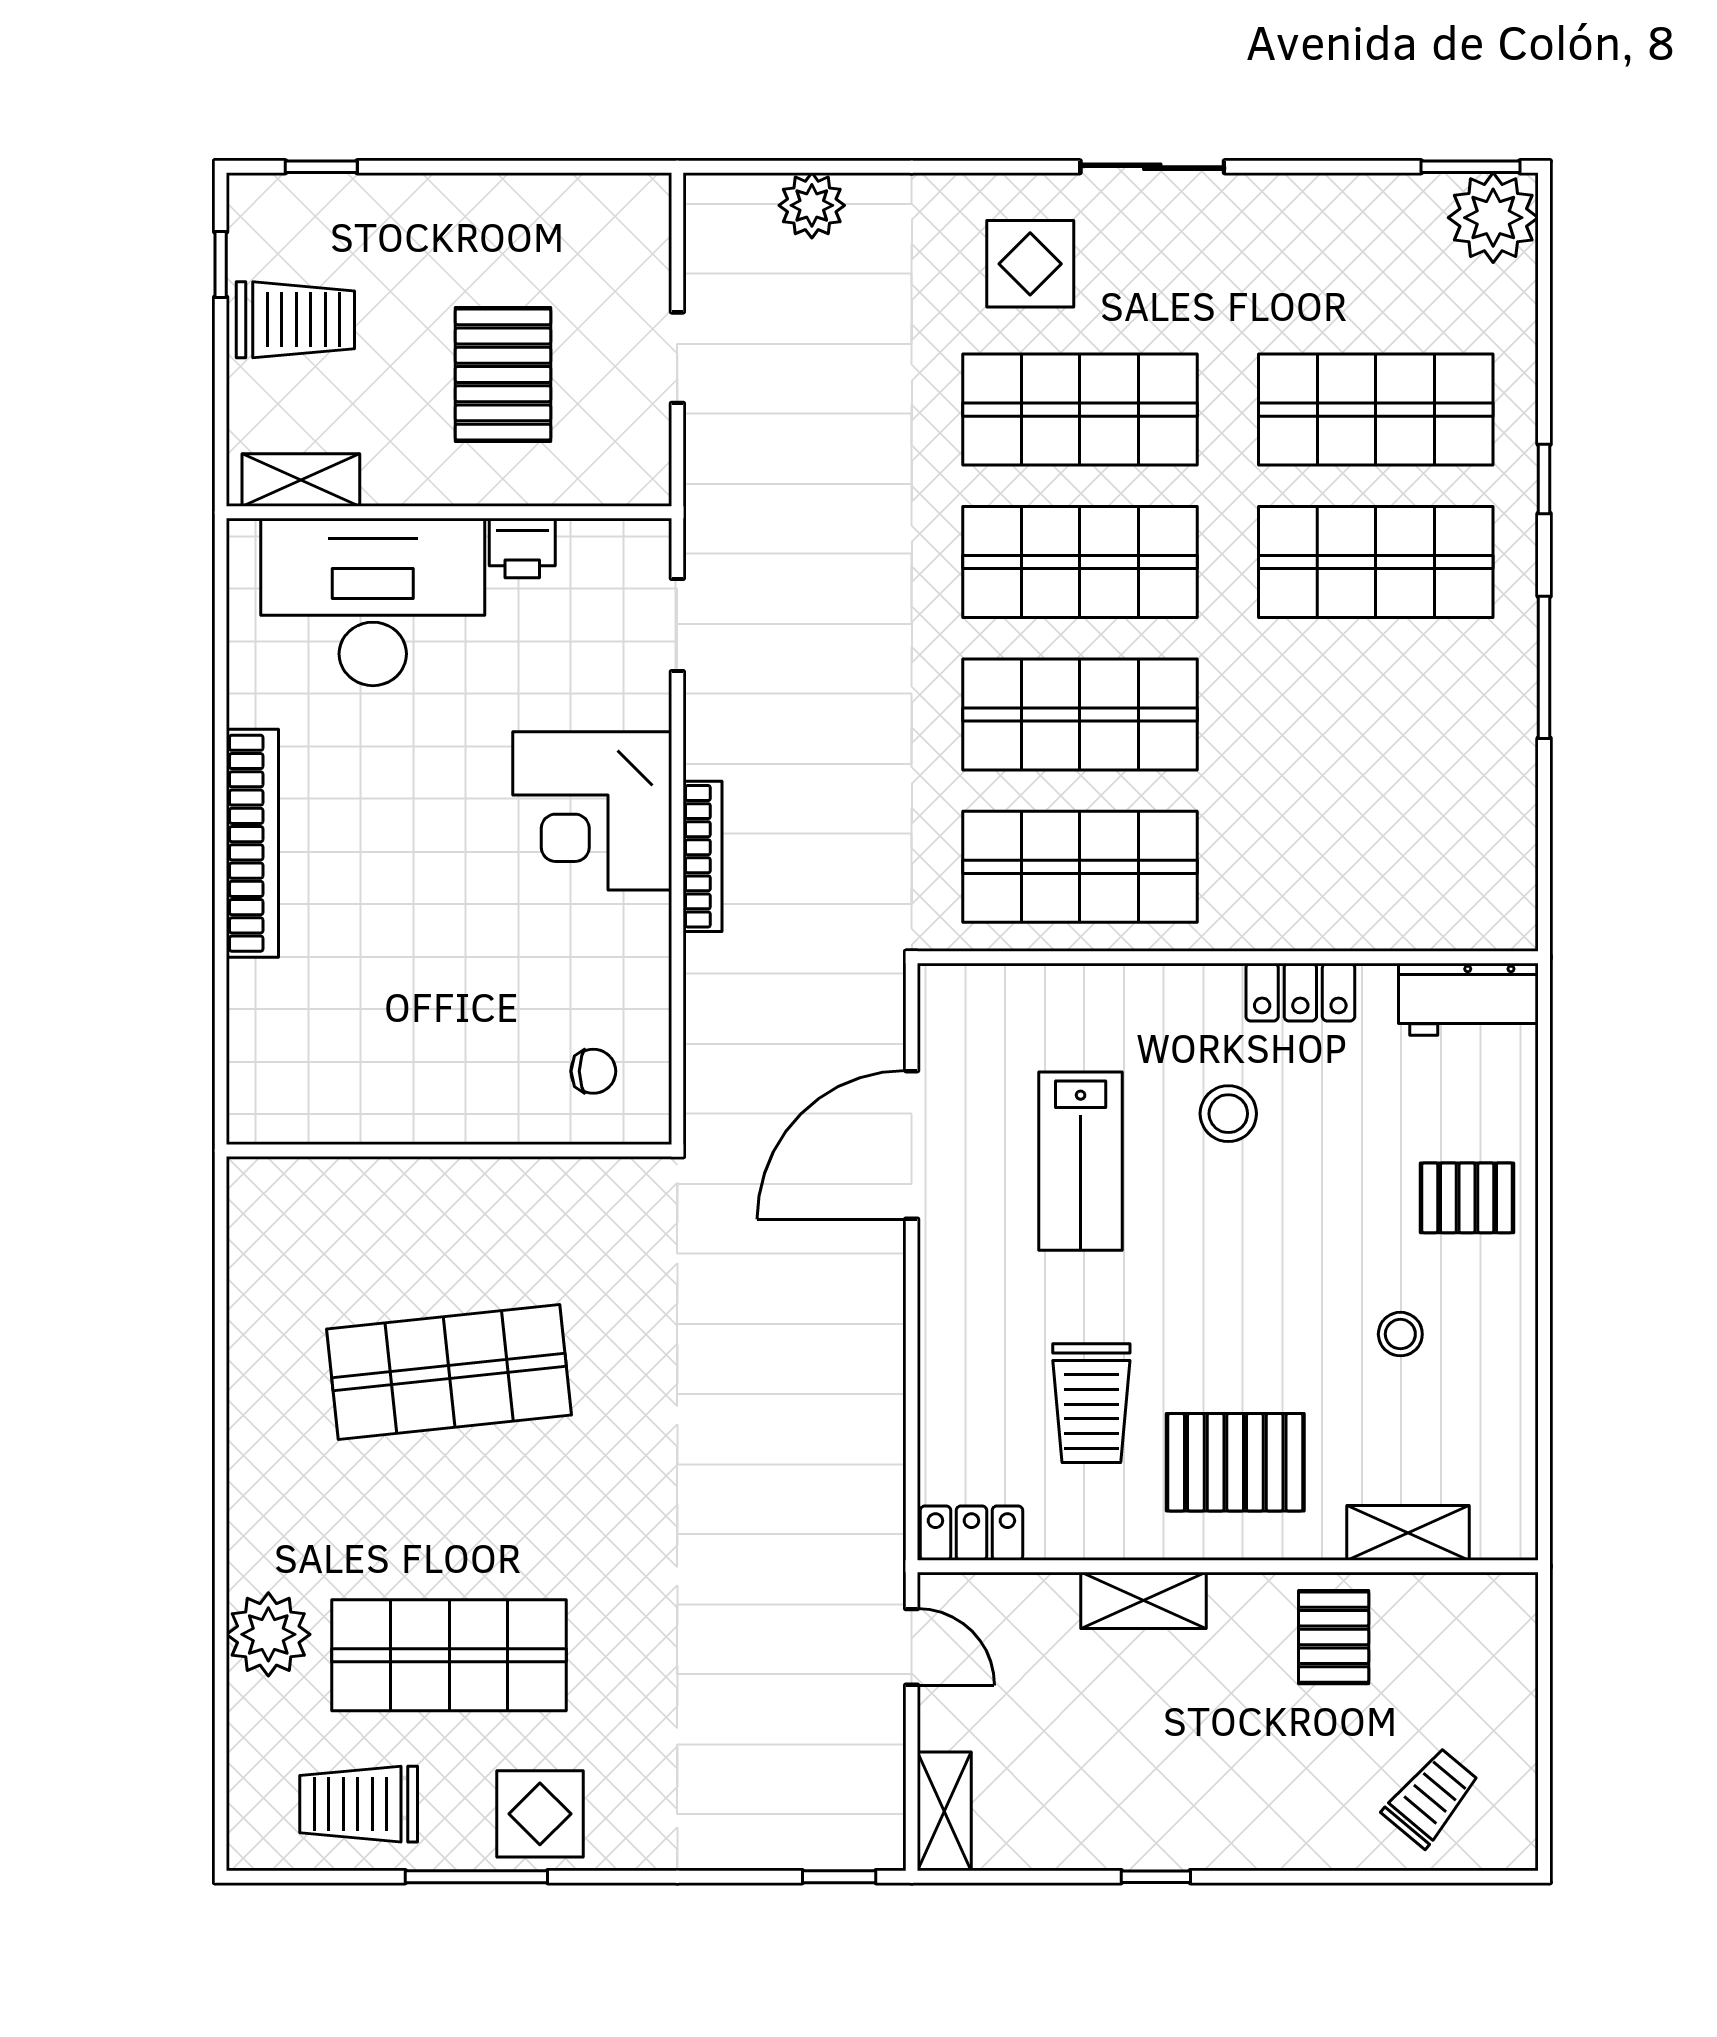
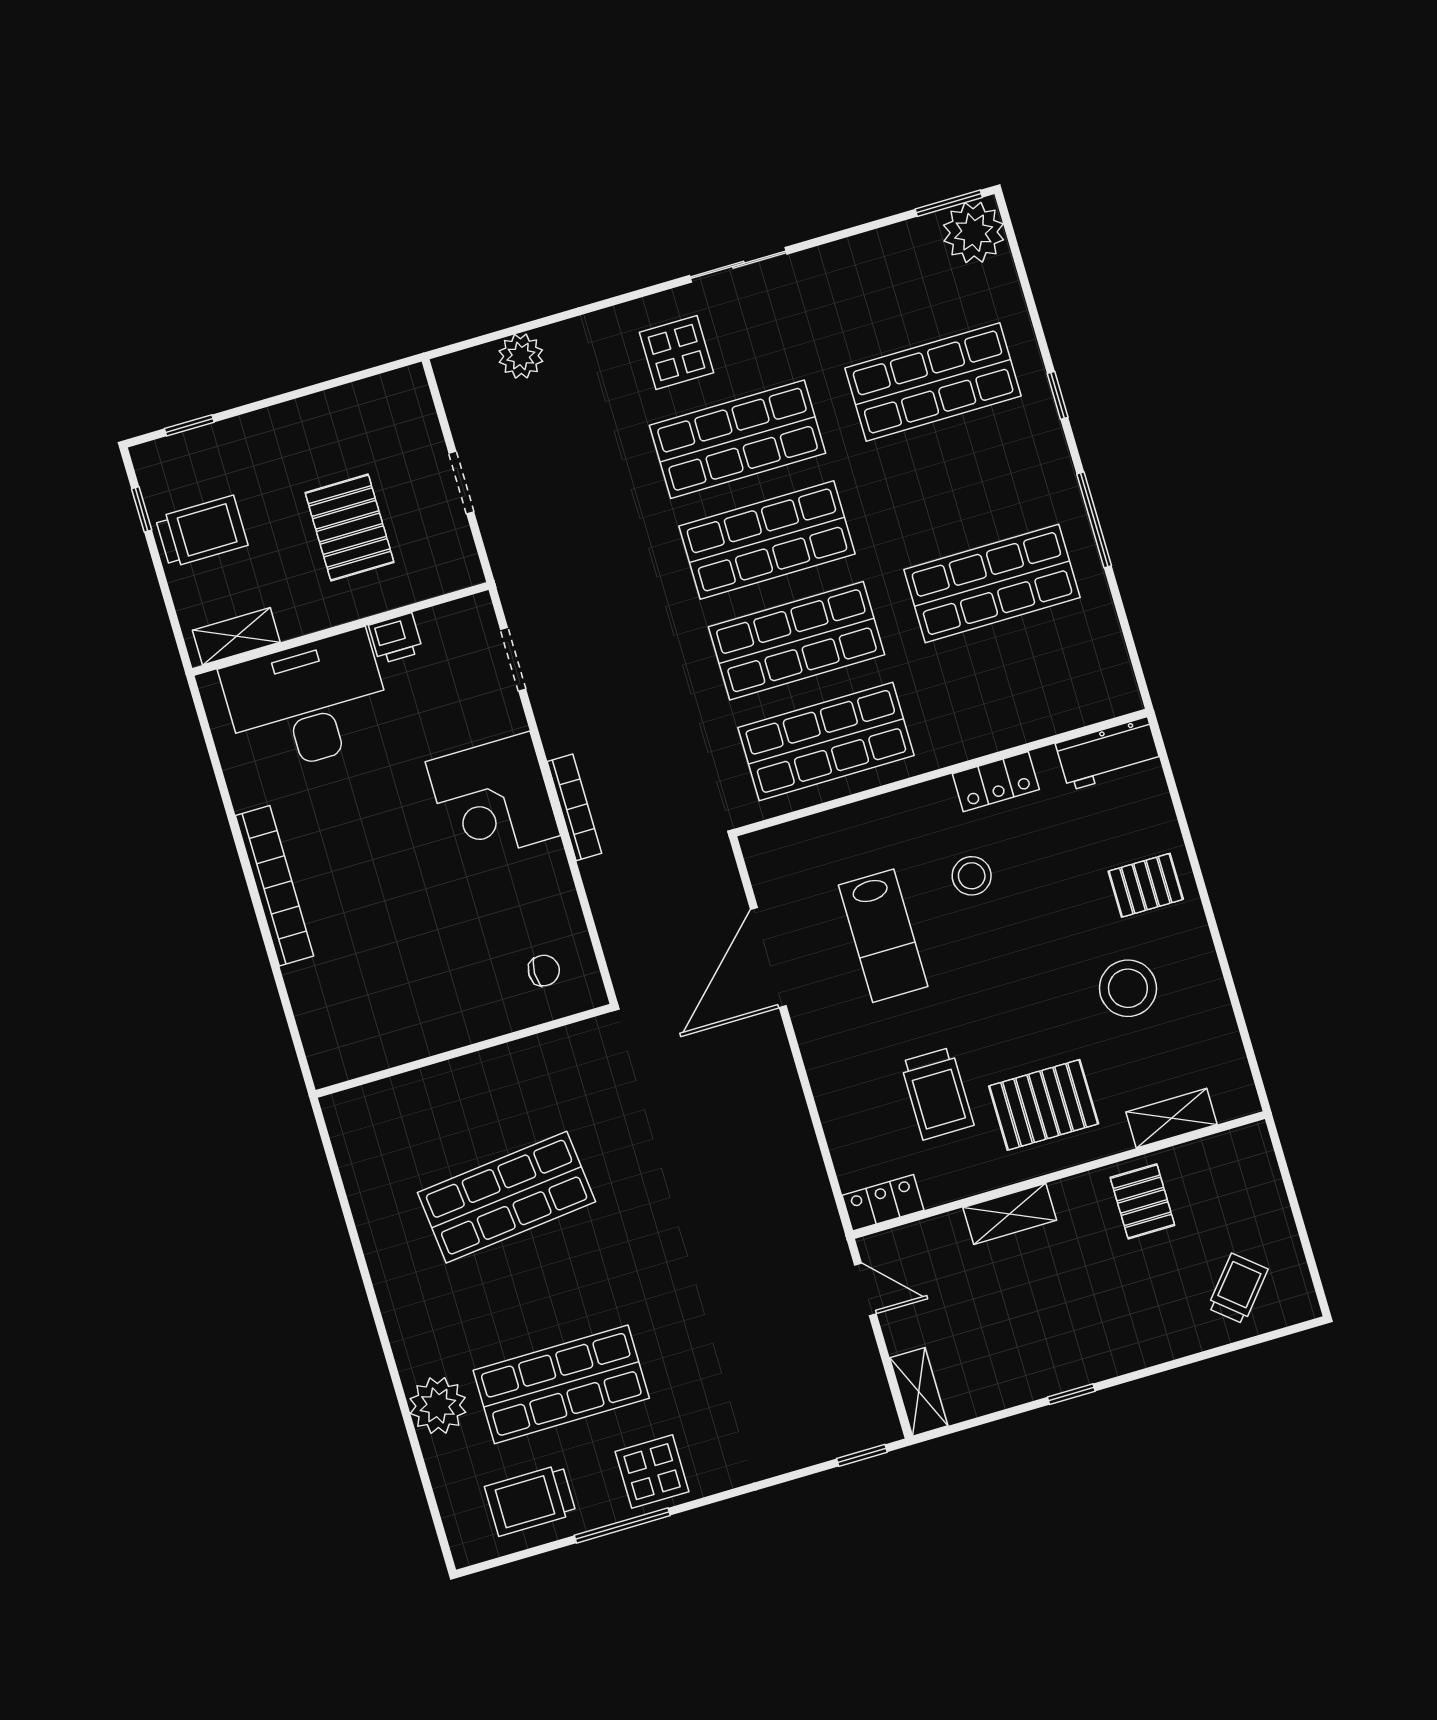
shop shelf: (1376, 562) -> (992, 583), moved
stool: (1400, 1334) -> (1128, 988), width x1.89, depth x1.89

